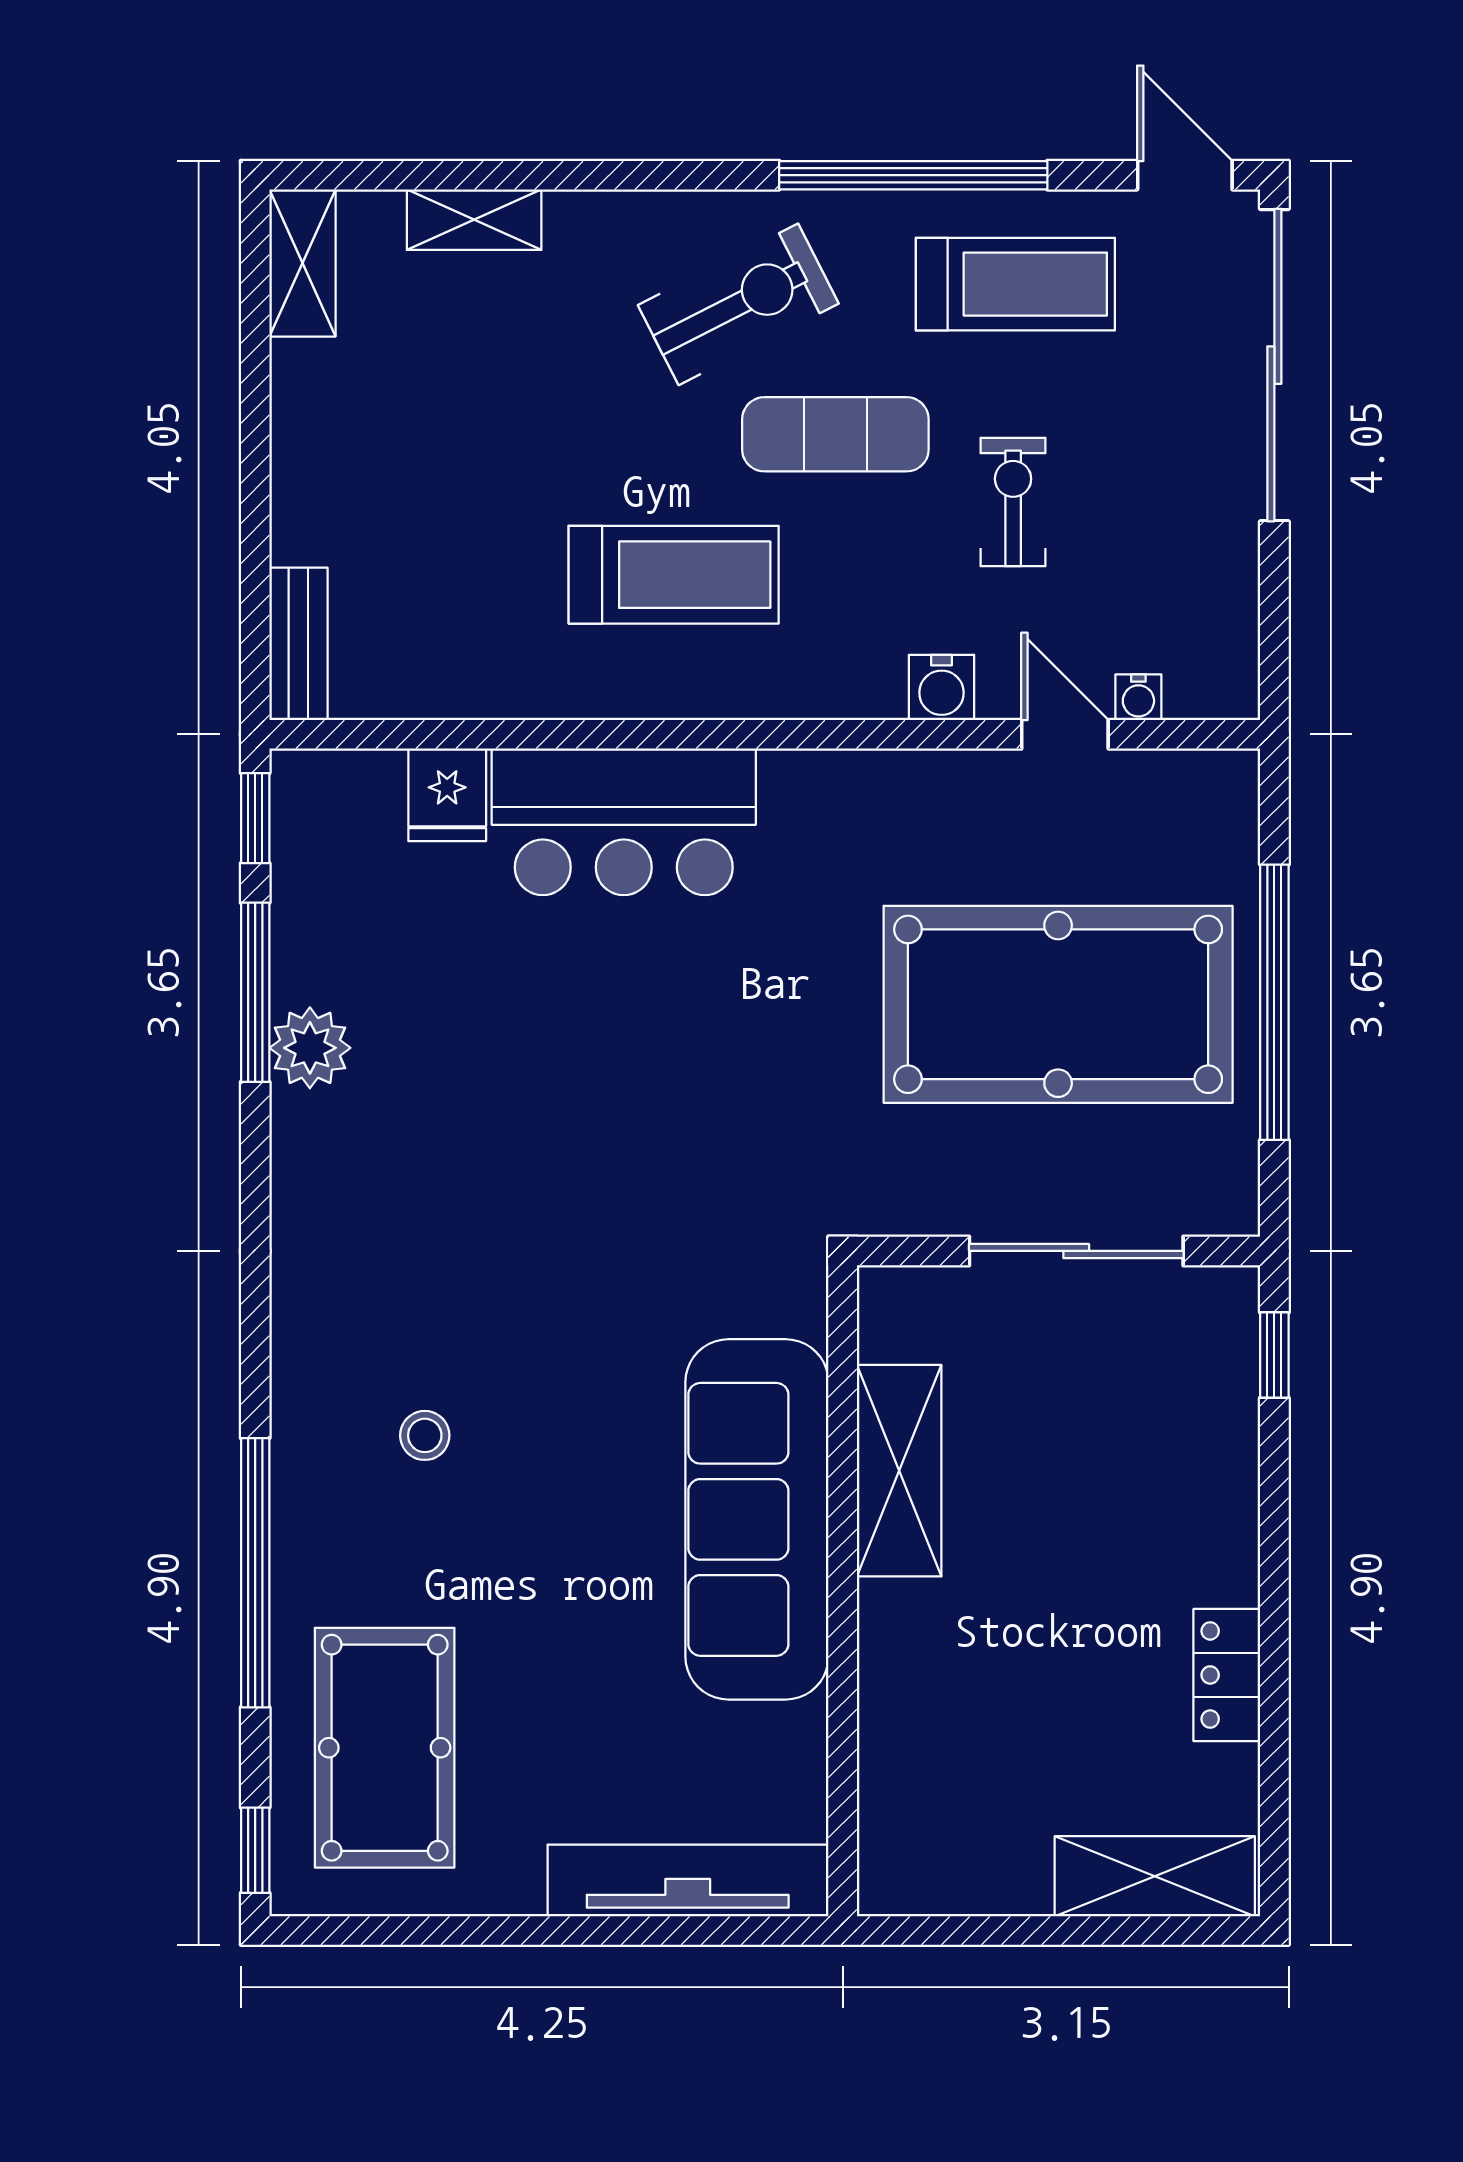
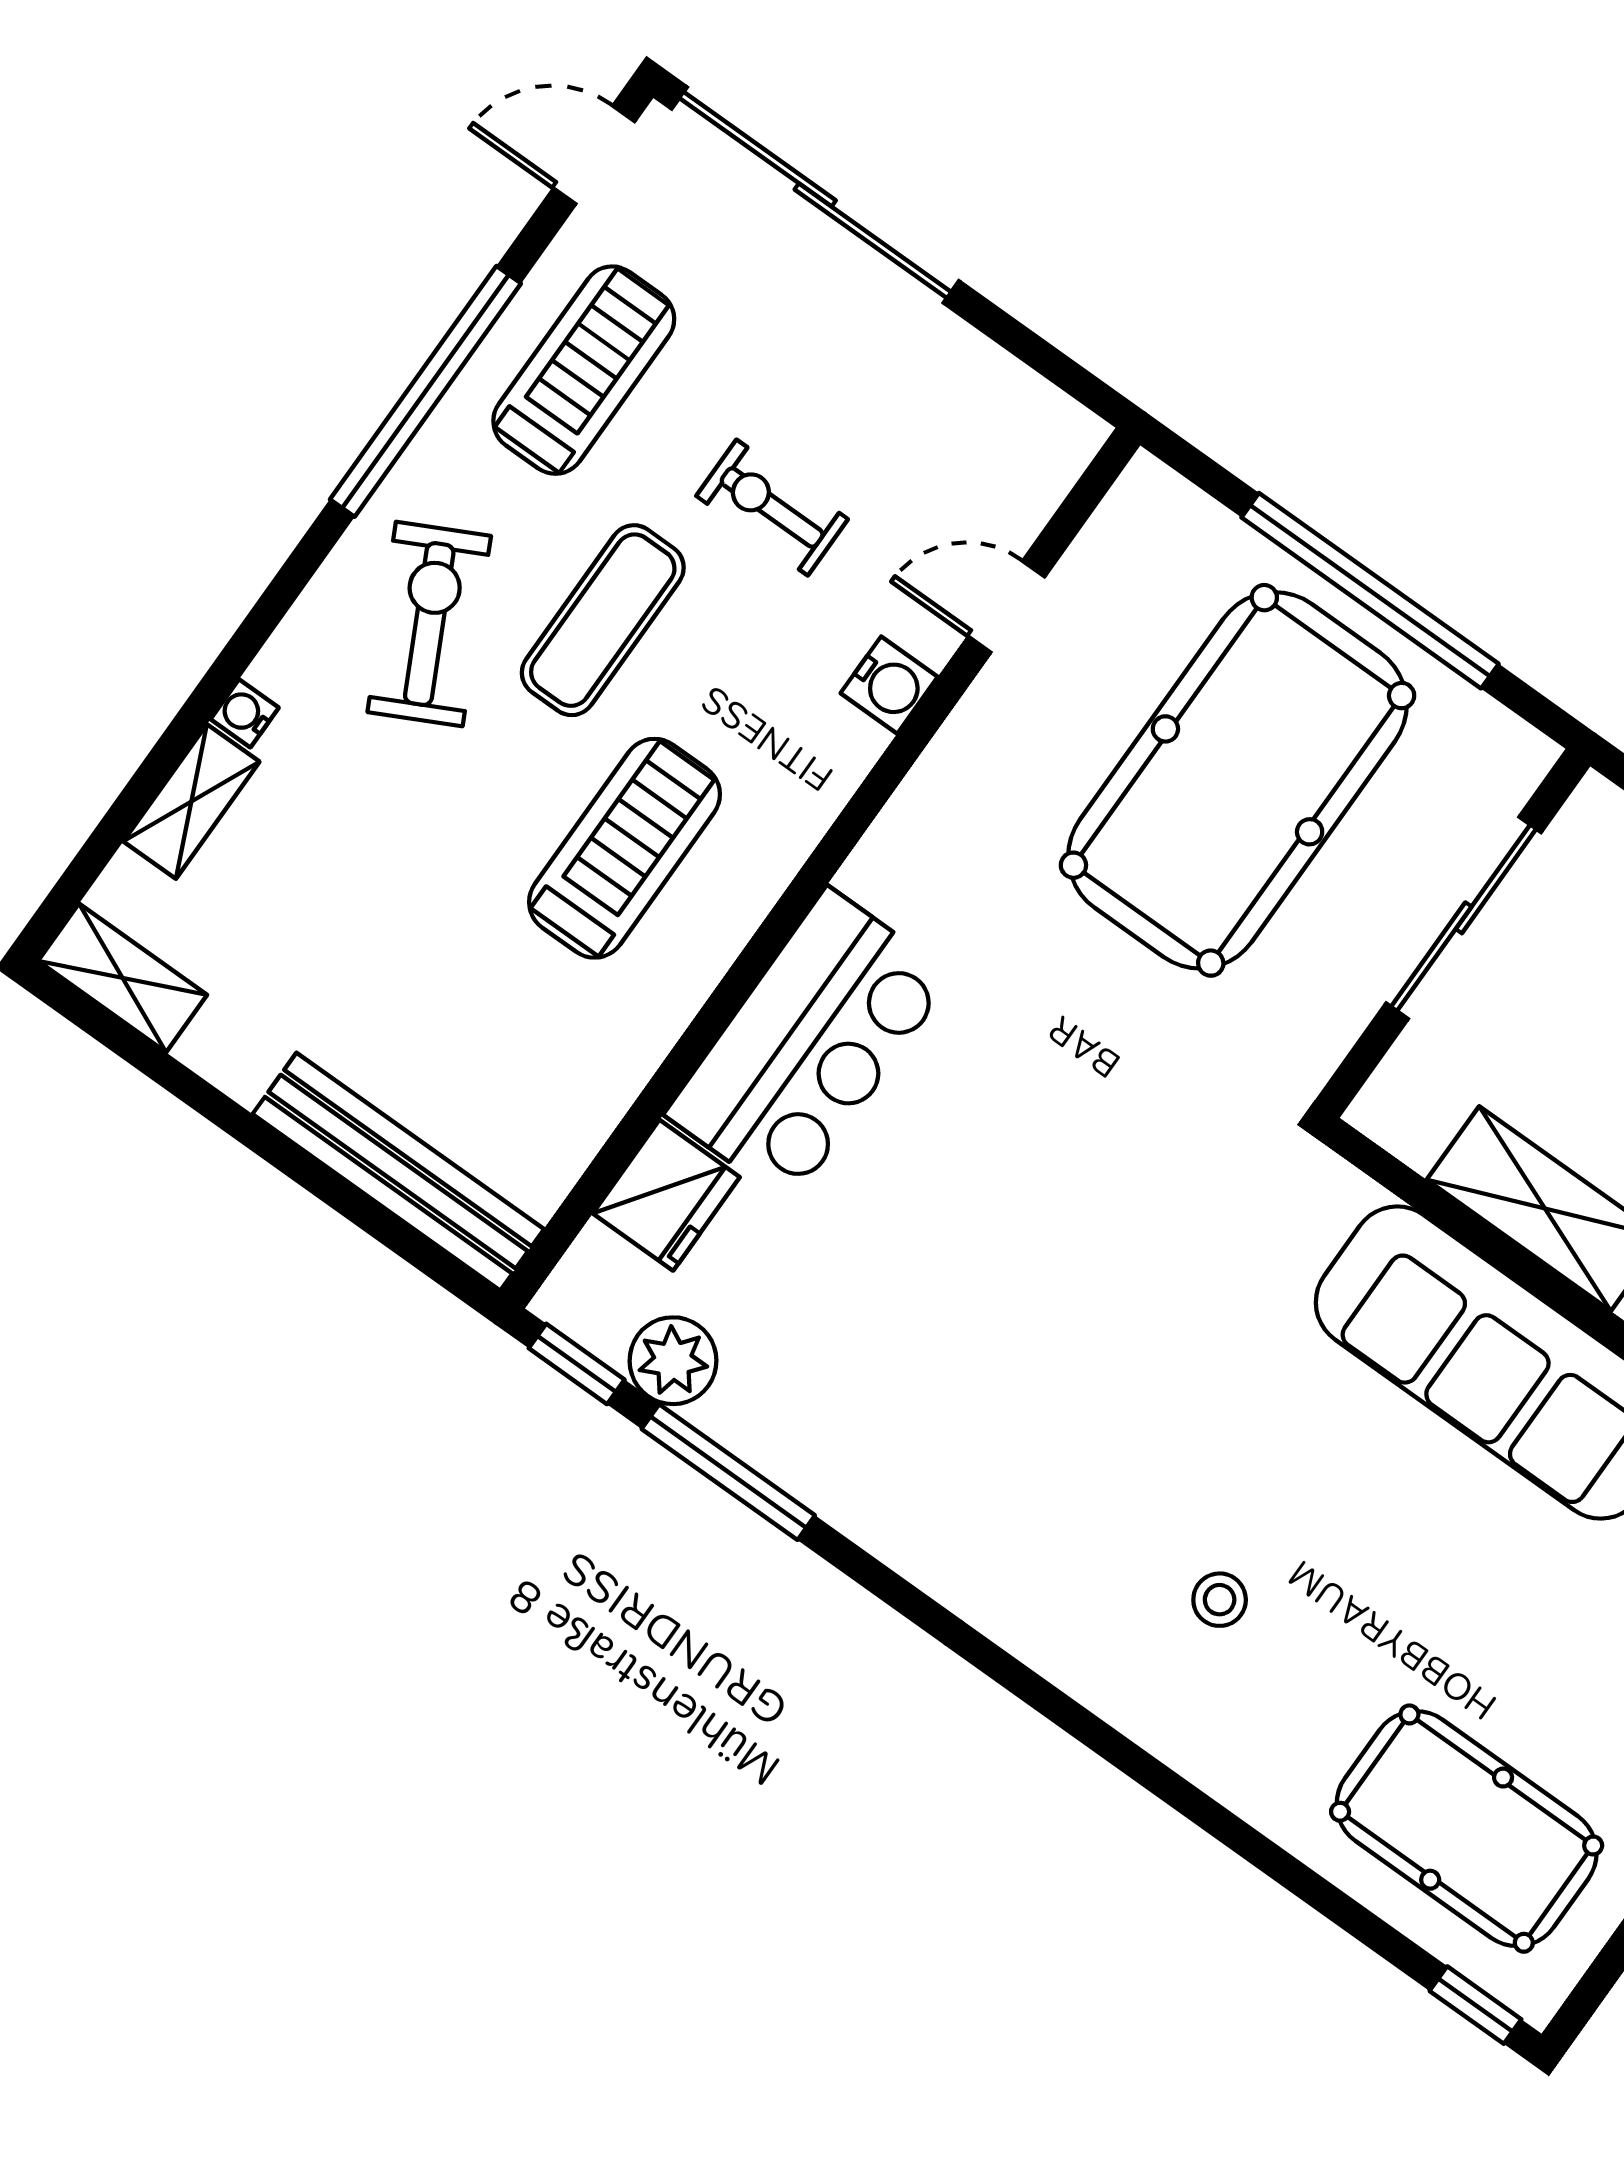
bench: (298, 644) -> (398, 1172), width x1.86, depth x1.21
water cooler: (1138, 697) -> (245, 713), moved, turned 180
fridge: (447, 795) -> (666, 1195), width x1.38
plant: (310, 1048) -> (673, 1361), moved
window: (255, 1573) -> (1234, 1833), removed

